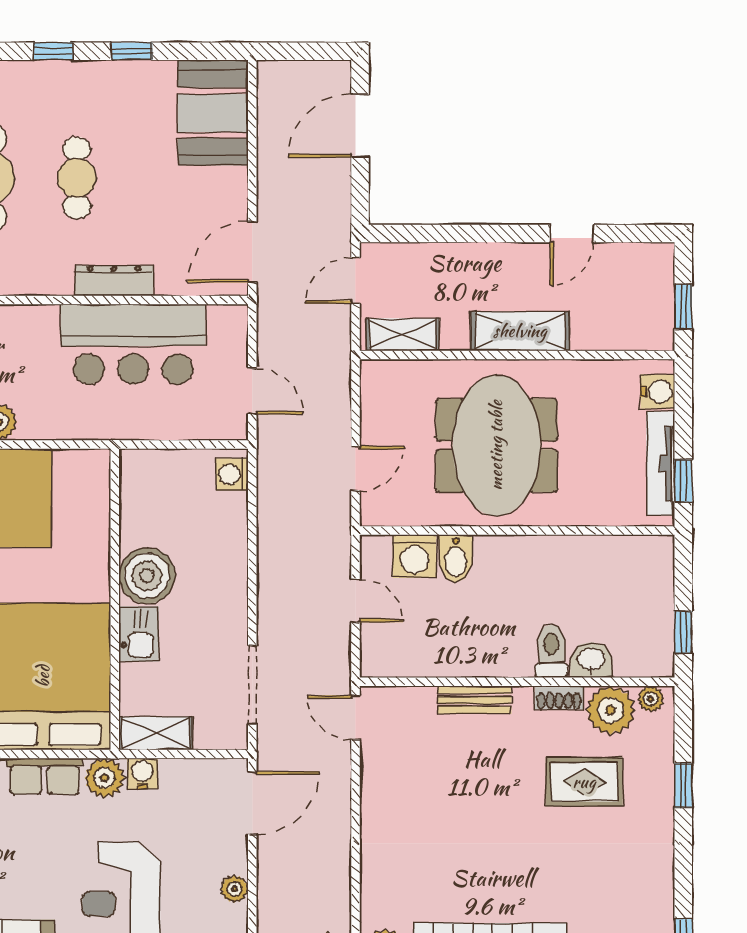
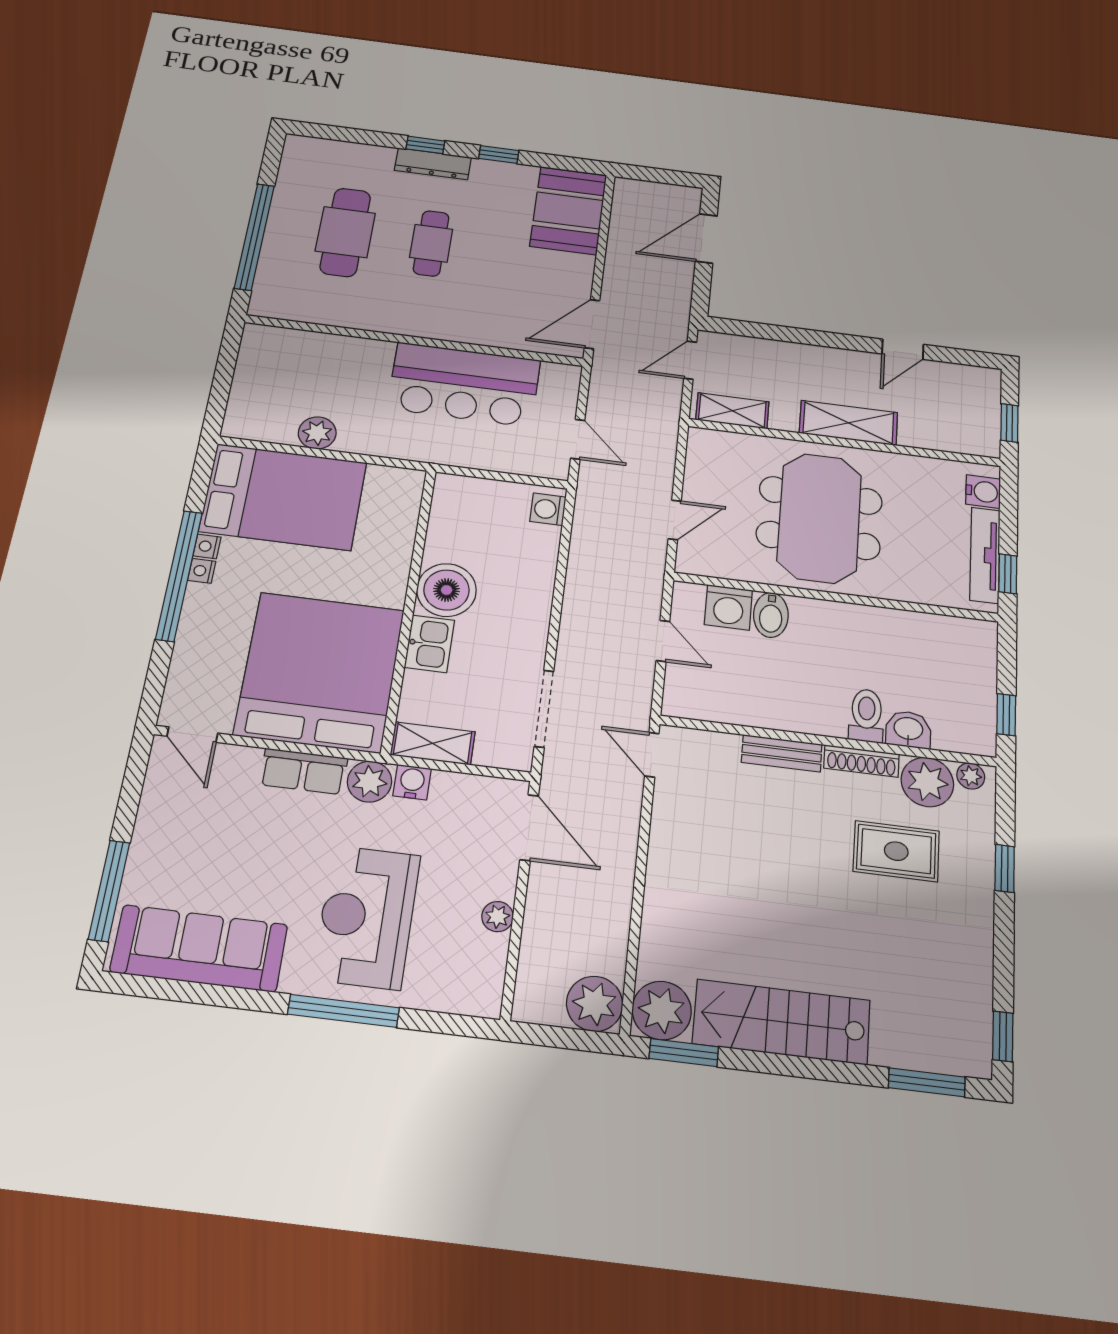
dresser: (114, 281) -> (433, 164), moved, turned 180
shoe rack: (559, 698) -> (861, 761), width x1.43
door: (252, 803) -> (529, 828), hinge flipped

